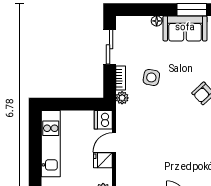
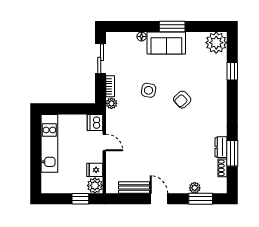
side table: (151, 77) -> (149, 90), moved
door: (114, 143) -> (104, 142), swing flipped
fridge: (103, 160) -> (95, 170), moved

